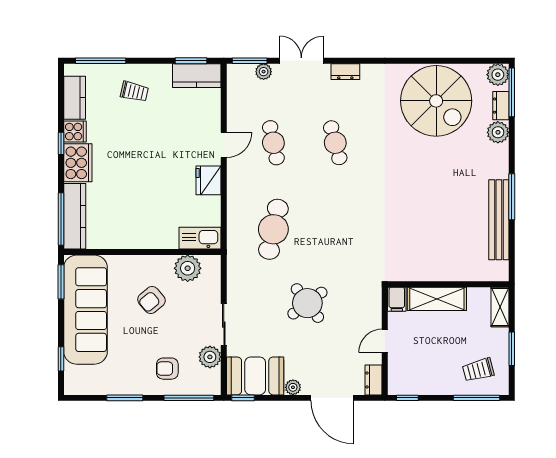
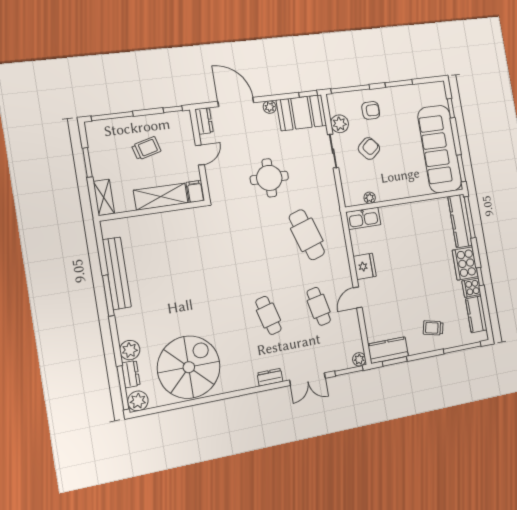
plant: (264, 72) -> (359, 359), moved
spiral stairs: (436, 101) -> (189, 367), turned 90
cafe table: (273, 229) -> (307, 235), turned -30
plant: (188, 268) -> (370, 198), width x0.53, depth x0.53
armchair: (151, 300) -> (369, 148), moved
round table: (307, 303) -> (269, 178), turned 37
trolley: (478, 370) -> (146, 148), moved

